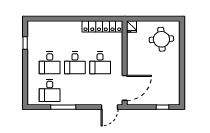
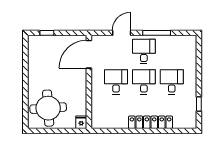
locker: (102, 26) -> (151, 122), moved
round table: (161, 39) -> (48, 108), width x1.36, depth x1.36
desk: (50, 91) -> (144, 51), moved
door: (110, 107) -> (122, 33), moved

